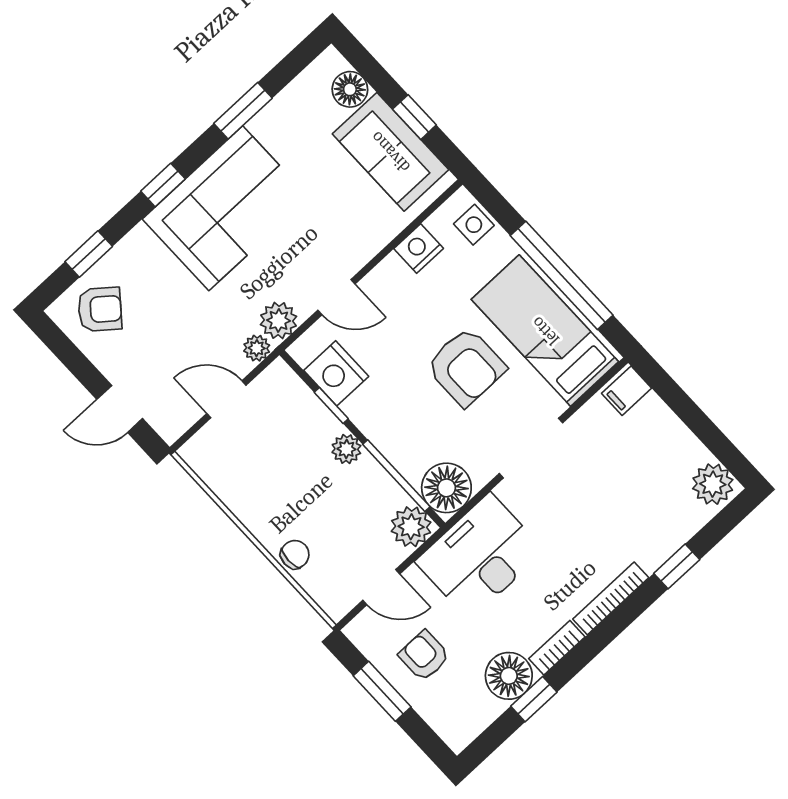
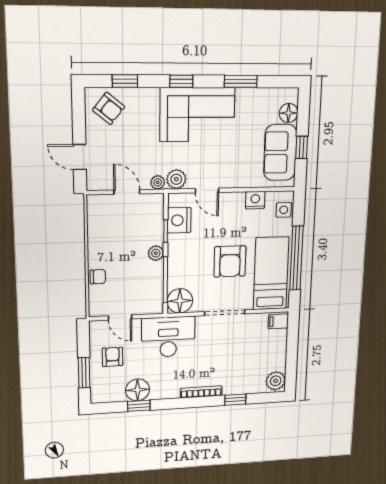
plant: (411, 527) -> (153, 304), removed
bookcase: (557, 648) -> (165, 394), removed
window: (382, 691) -> (84, 373), moved

